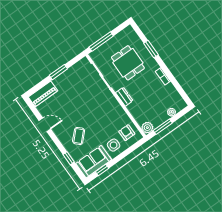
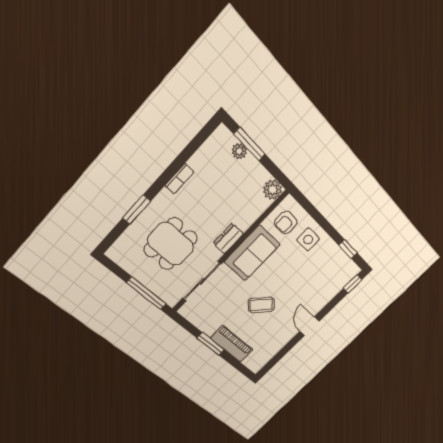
piano: (43, 94) -> (232, 344), moved
door: (45, 125) -> (309, 326), moved
window: (163, 127) -> (250, 144), moved
coffee table: (79, 136) -> (261, 305), moved
window: (69, 158) -> (353, 284), moved
sofa: (94, 162) -> (252, 253), moved, turned -90

